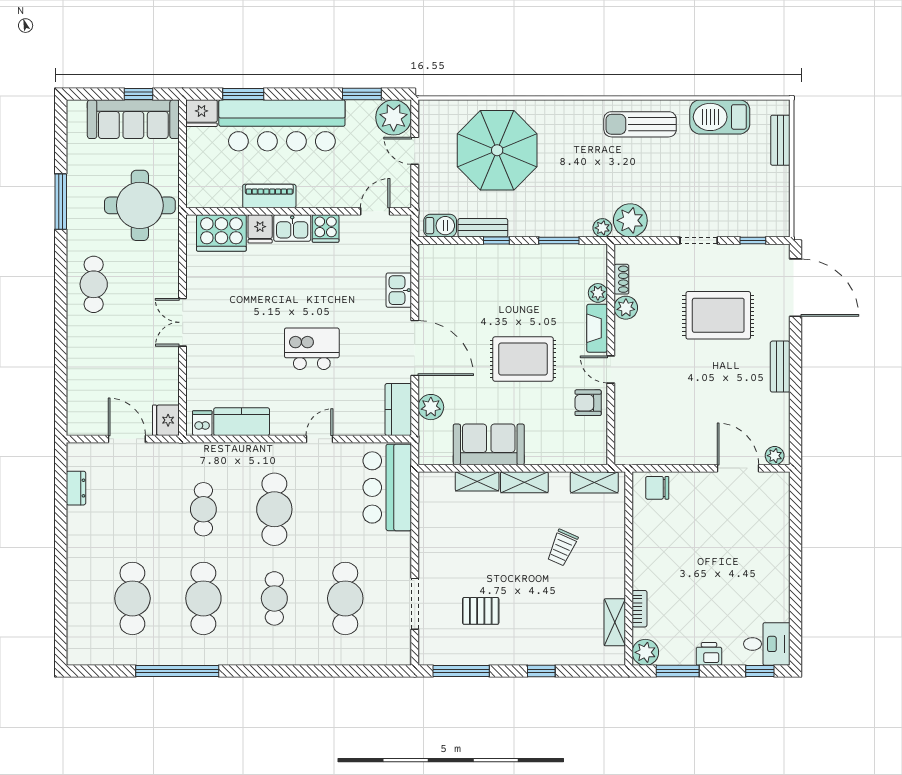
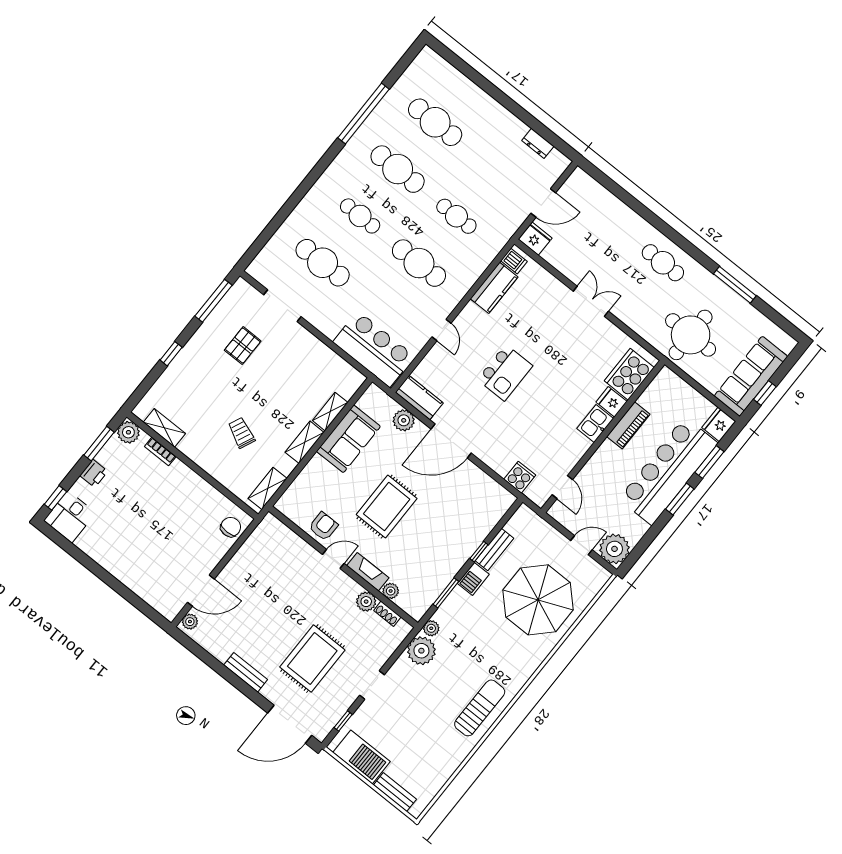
window: (362, 94) -> (680, 499), moved
barbecue: (720, 117) -> (361, 757), moved, turned 90
barbecue: (440, 226) -> (473, 579), moved
cooker: (326, 229) -> (520, 477), moved, turned 90
kitchen sink: (399, 290) -> (498, 461), removed

